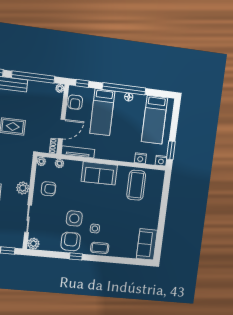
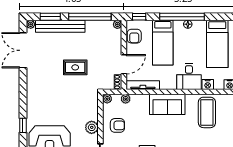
desk: (123, 149) -> (189, 77), added

